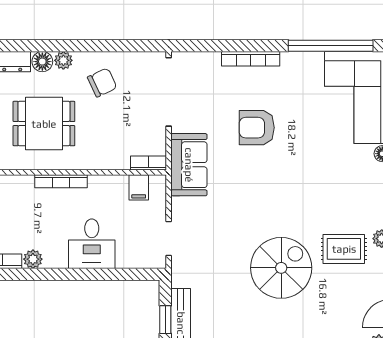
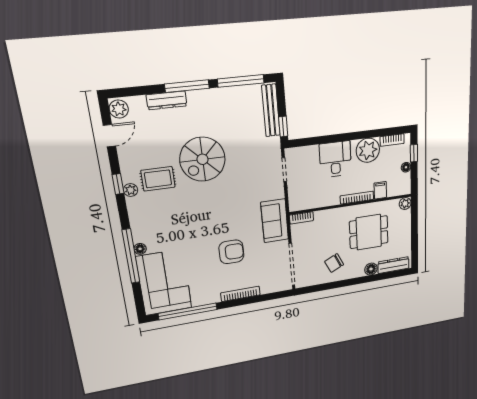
plant: (63, 60) -> (358, 272), removed
filing cabinet: (139, 187) -> (380, 190), moved
plant: (33, 259) -> (368, 150), width x1.87, depth x1.87
window: (165, 320) -> (283, 127), moved

